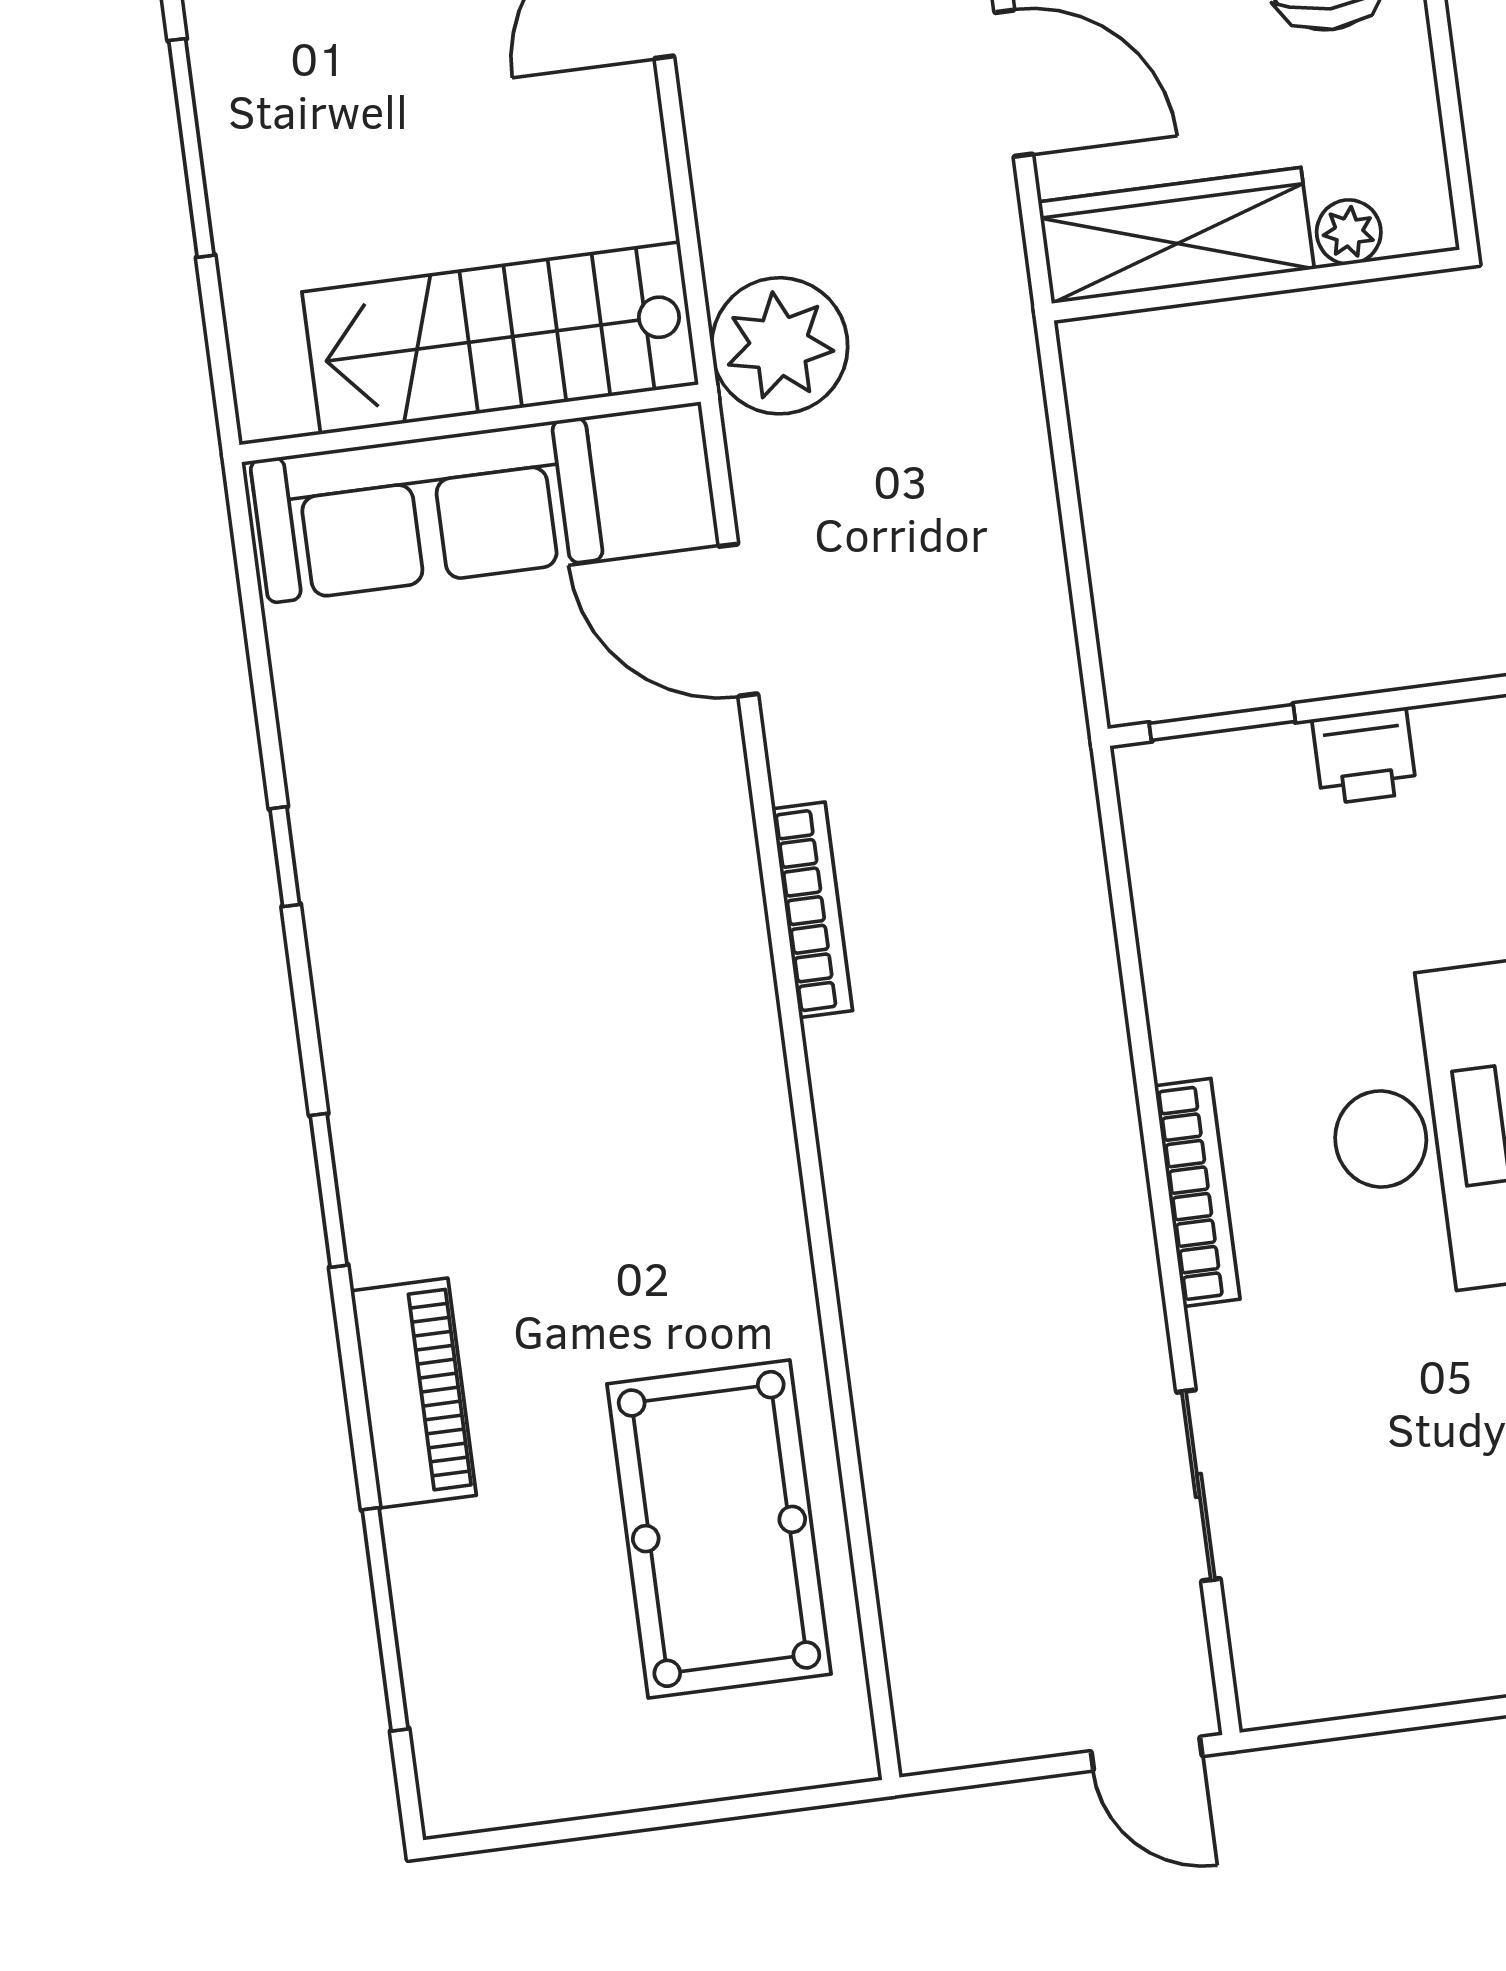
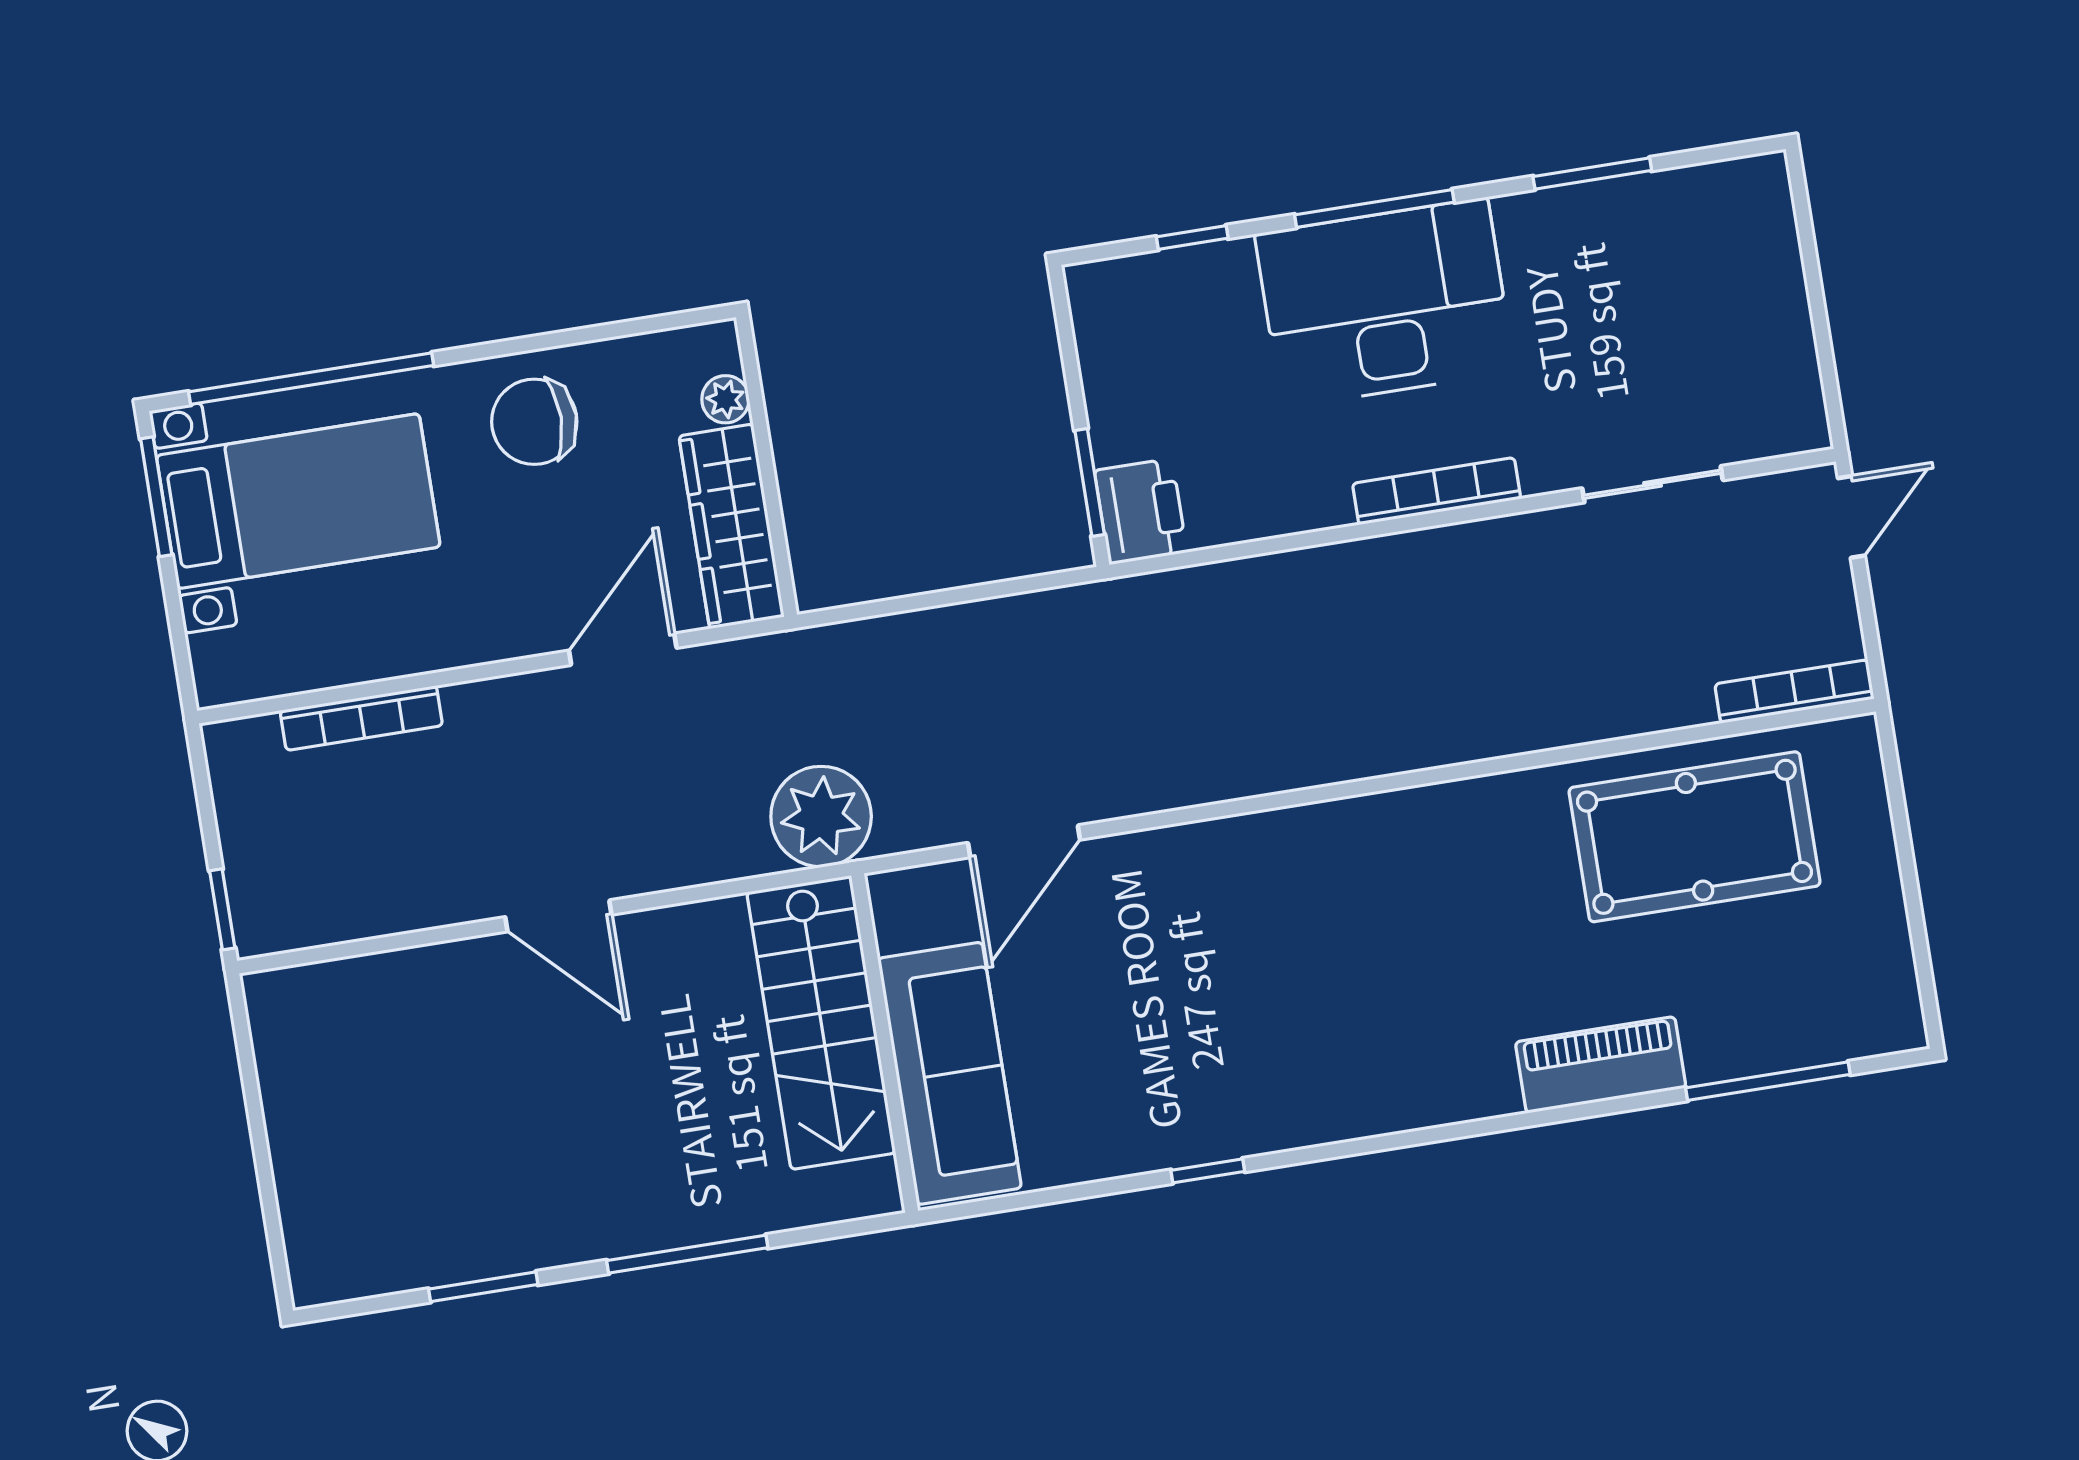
printer: (1364, 756) -> (1141, 511), moved, width x1.36, depth x1.24
bookcase: (812, 910) -> (1794, 691), moved
window: (329, 1190) -> (1453, 1132), removed

